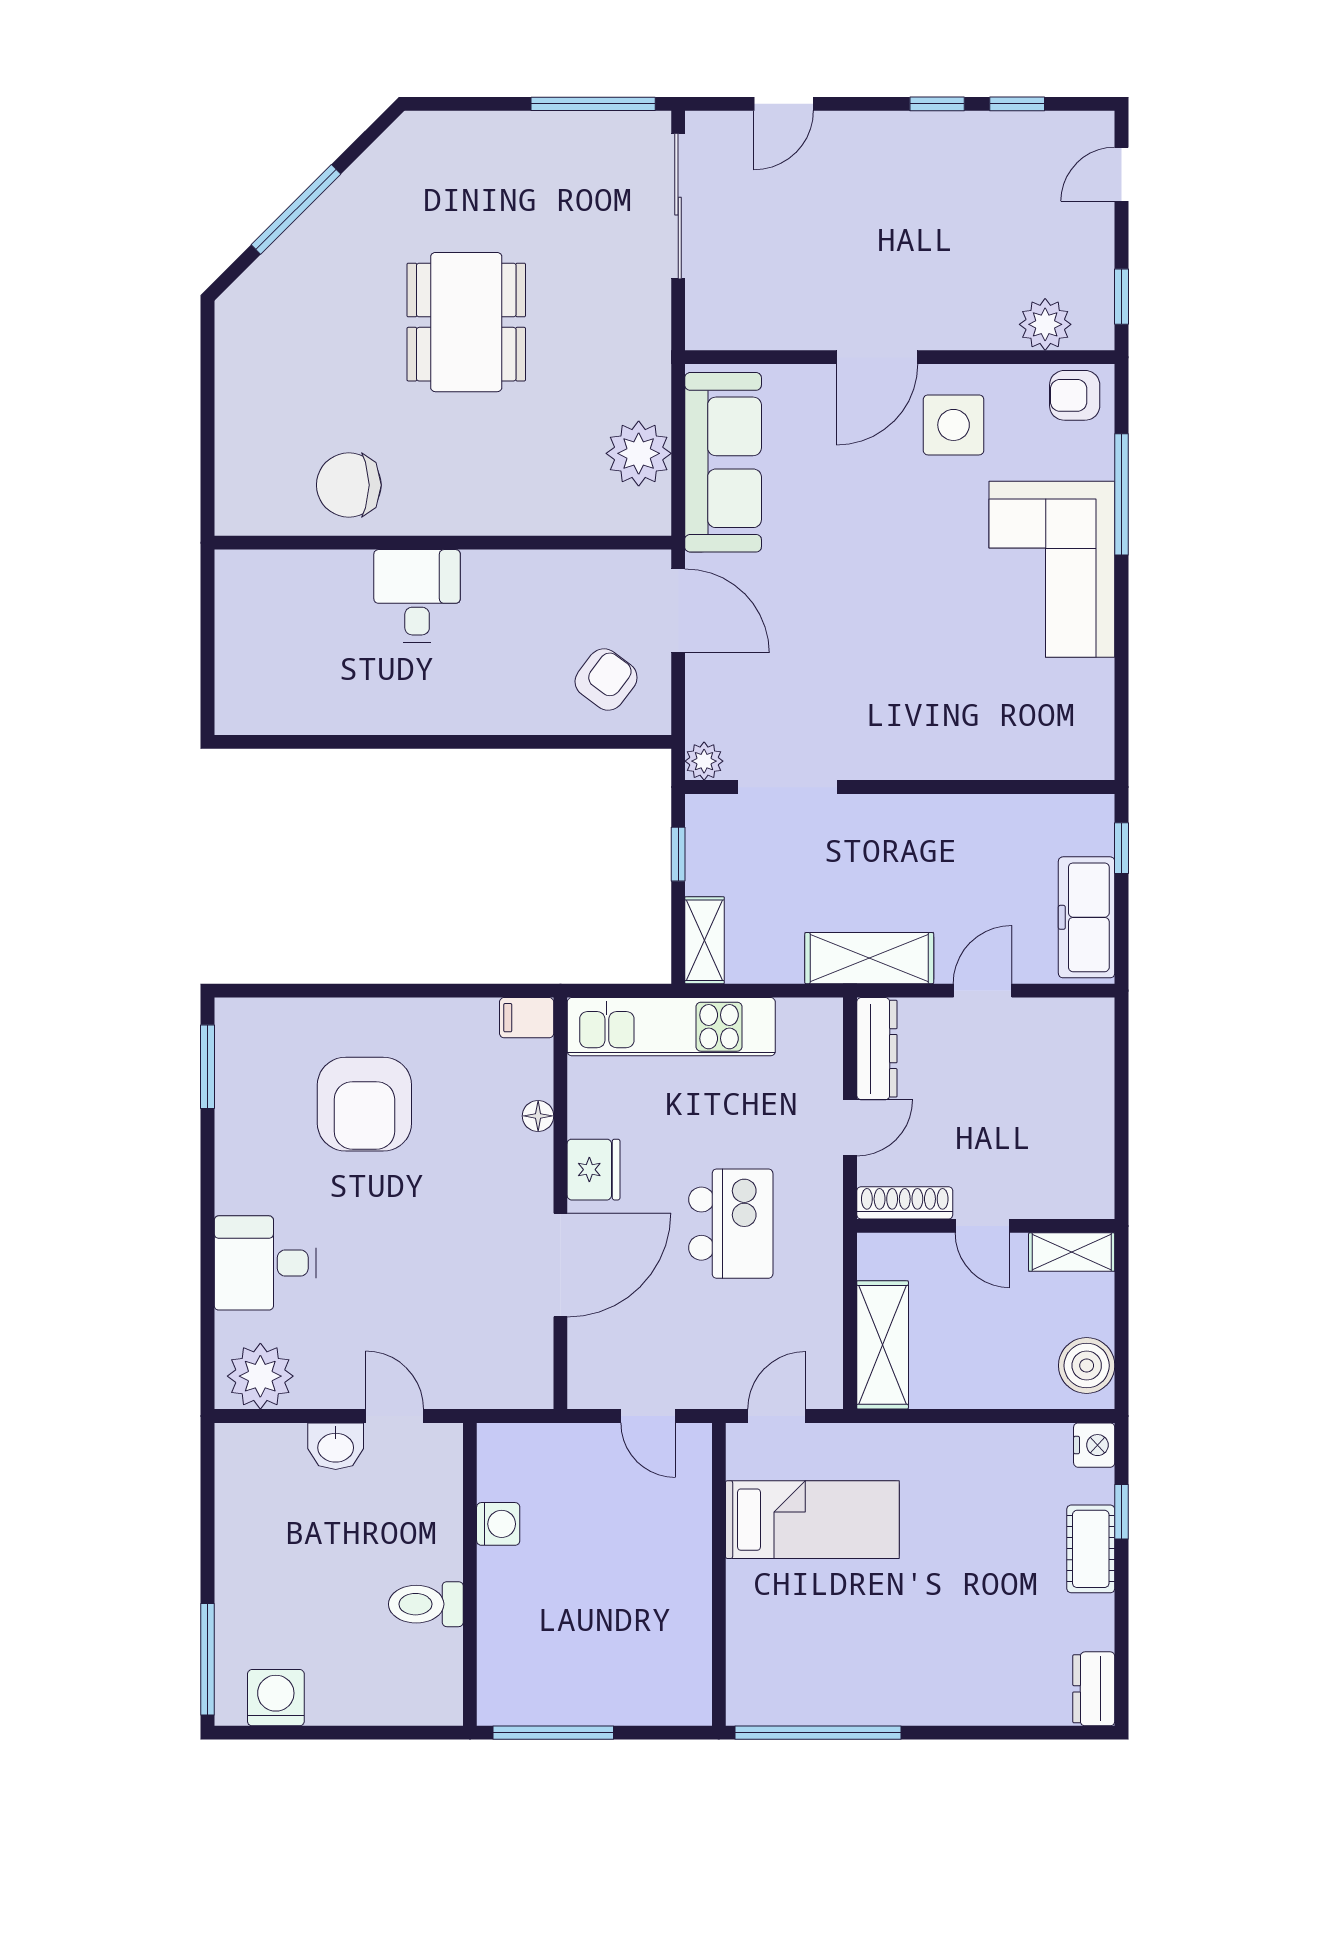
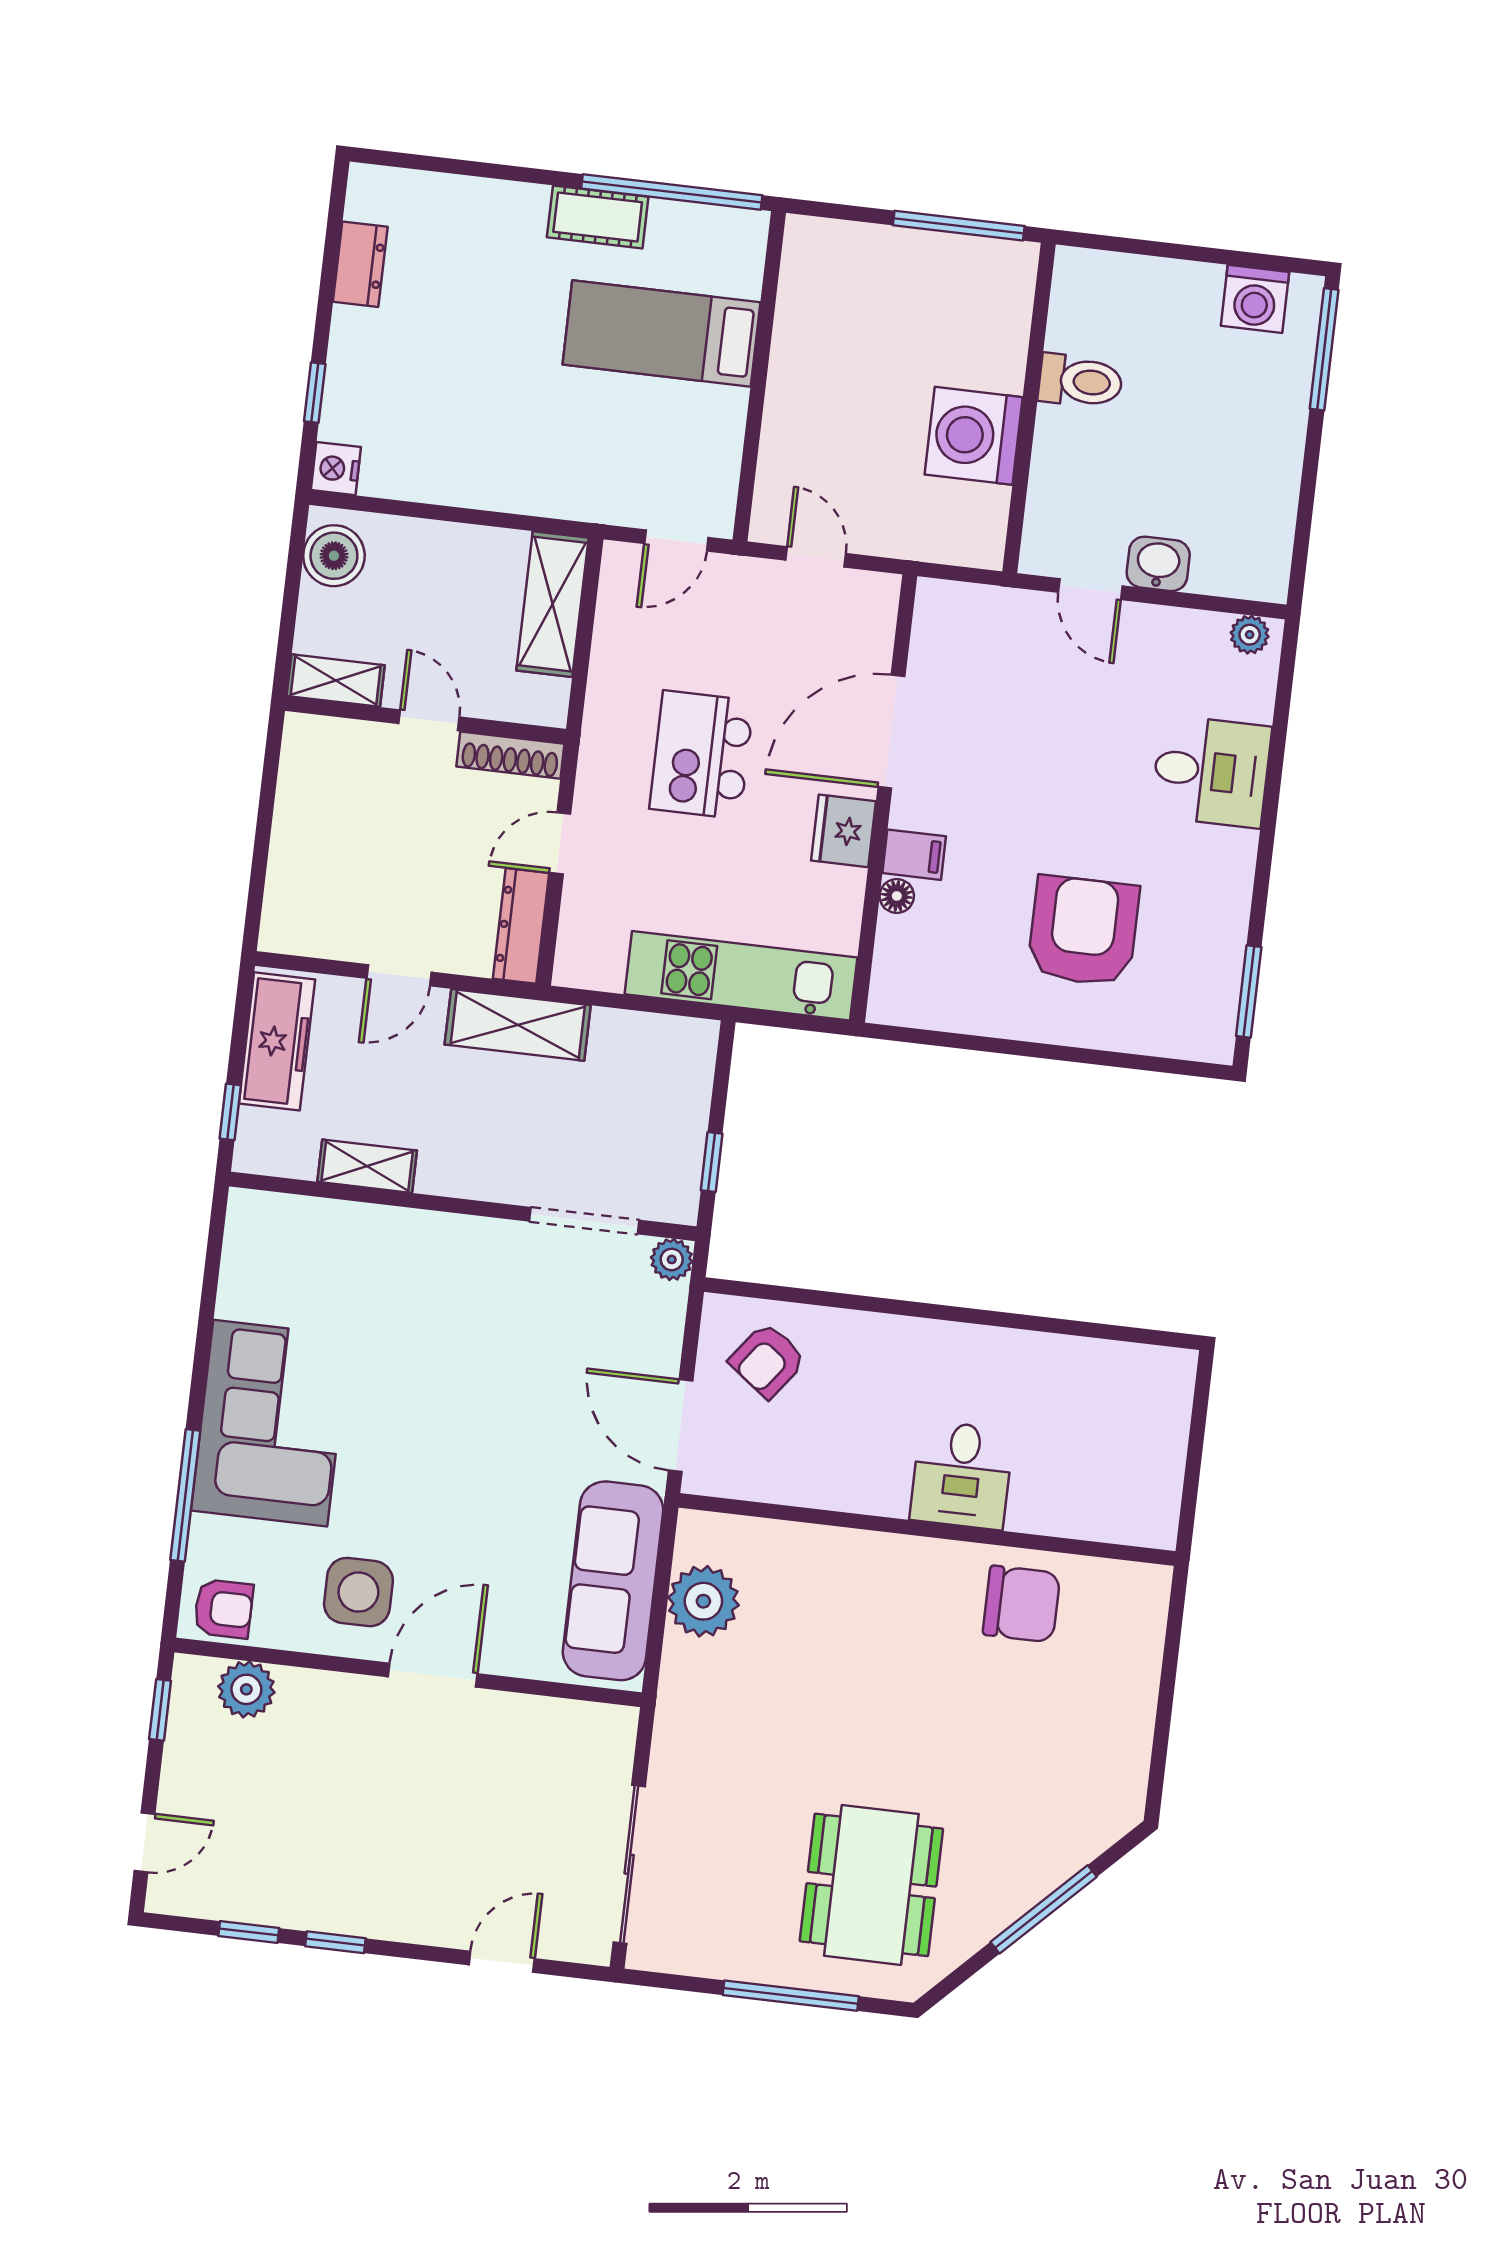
window: (593, 104) -> (791, 1996), moved
dining table: (466, 322) -> (871, 1885), moved
shelving: (704, 940) -> (367, 1166), moved, turned 90
filing cabinet: (527, 1018) -> (914, 855), moved
plant: (260, 1376) -> (1250, 635), width x0.53, depth x0.53
bed: (812, 1520) -> (661, 333), moved
washing machine: (498, 1524) -> (974, 436), width x1.89, depth x1.89
cot: (1091, 1549) -> (598, 217), moved, turned 90
dresser: (1094, 1689) -> (360, 264), moved

